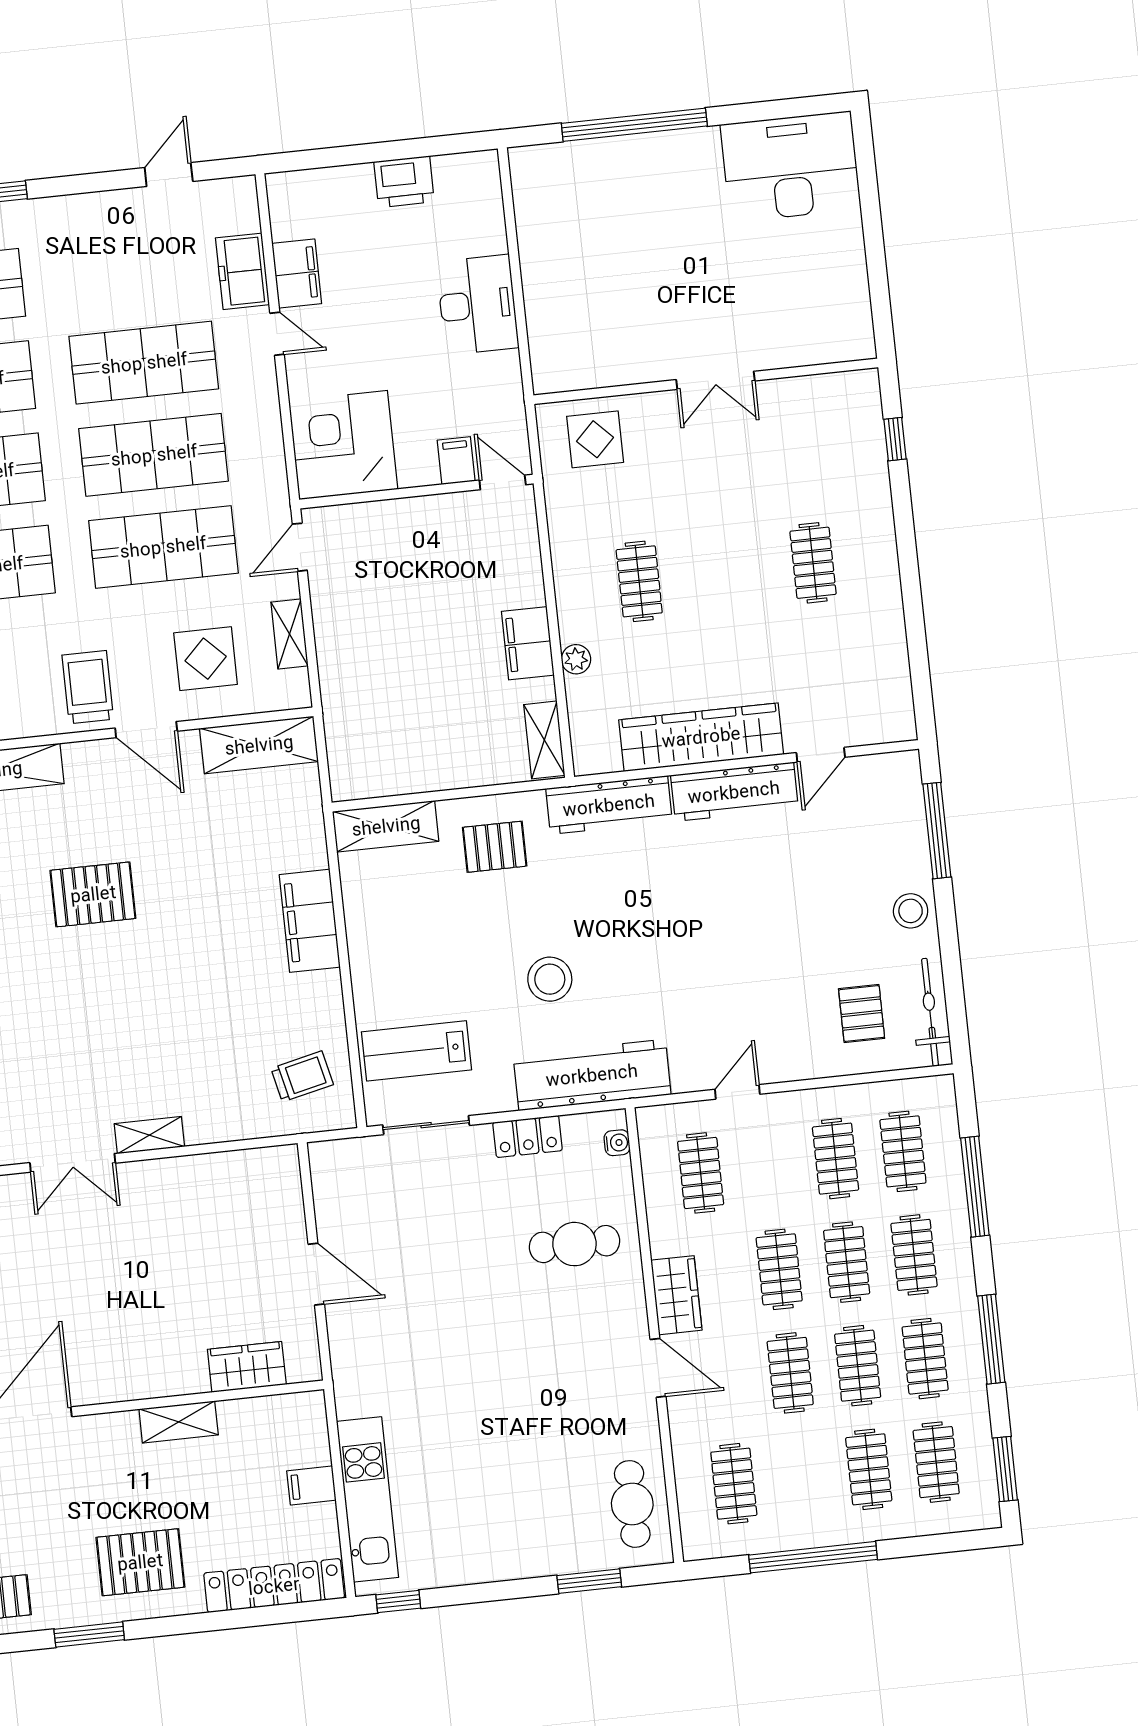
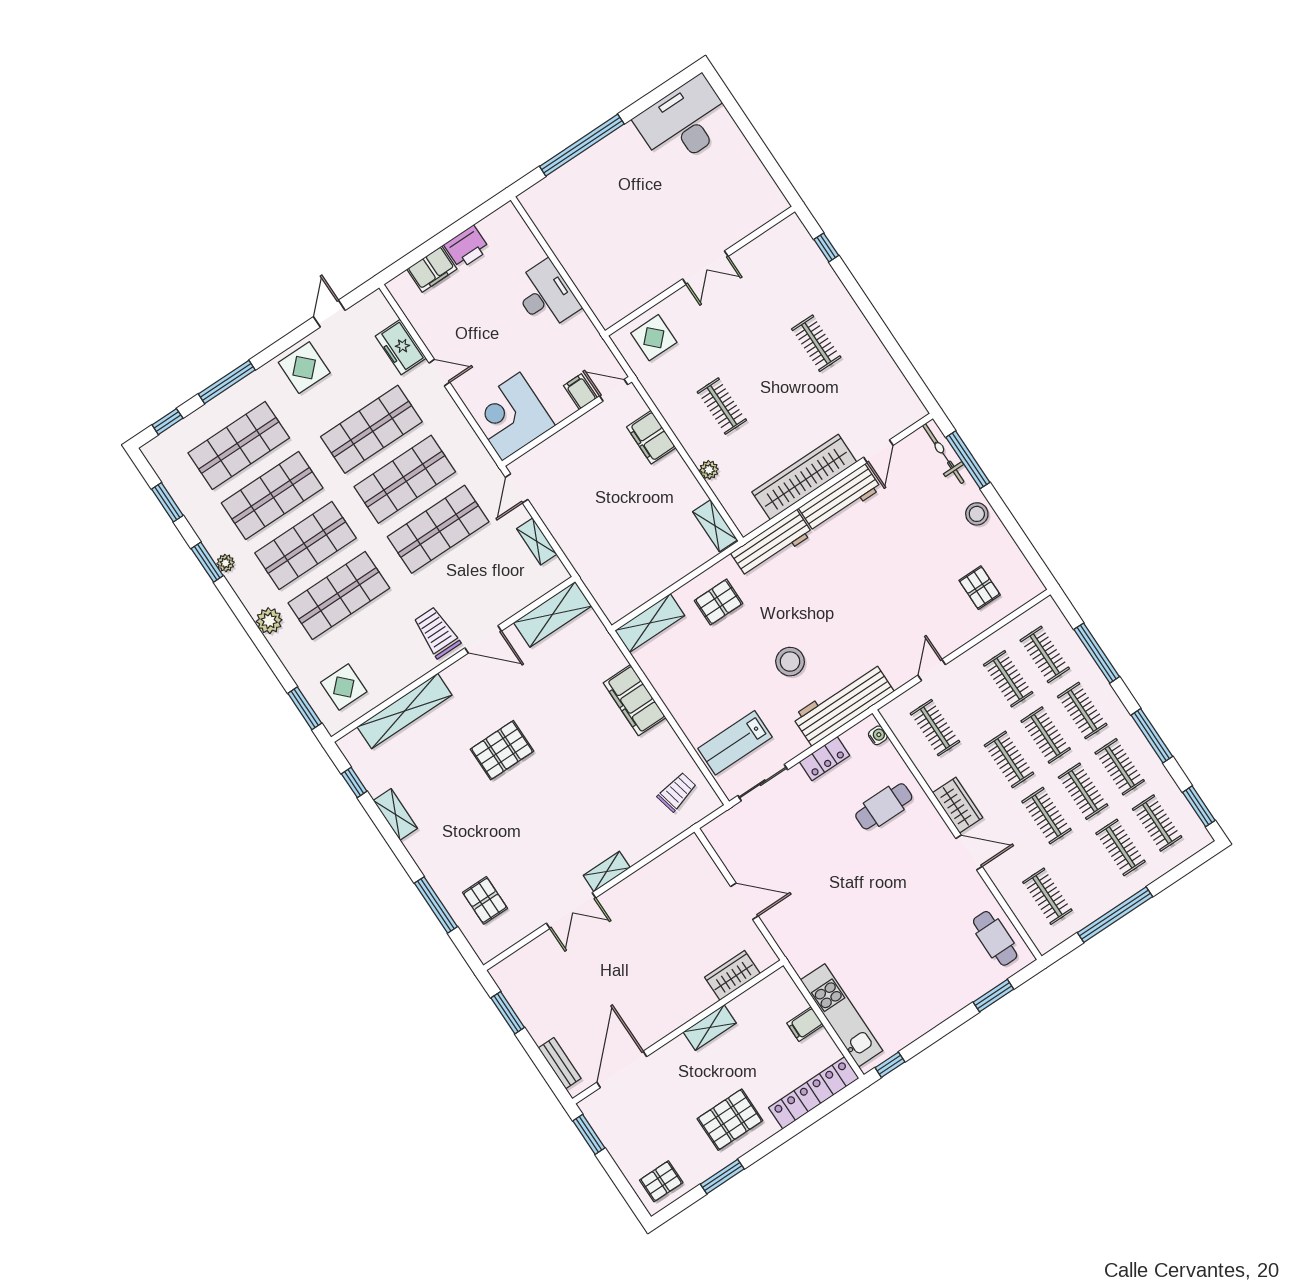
filing cabinet: (297, 274) -> (432, 269), moved, turned 90
filing cabinet: (528, 643) -> (651, 437), moved
display table: (206, 659) -> (304, 368), moved
bicycle: (930, 1012) -> (943, 454), moved

